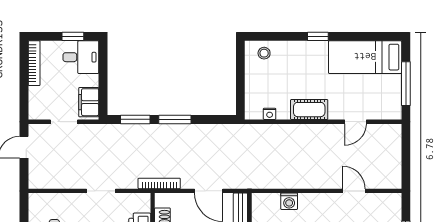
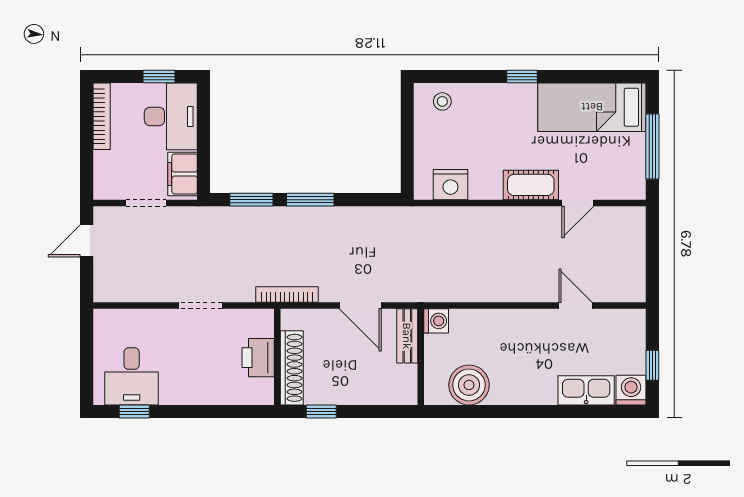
desk: (81, 57) -> (171, 116), width x1.37
cot: (309, 110) -> (531, 185), moved
nightstand: (270, 114) -> (450, 185), width x1.89, depth x1.79
washing machine: (289, 201) -> (436, 321), moved, turned -90

